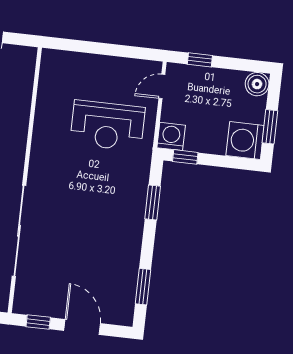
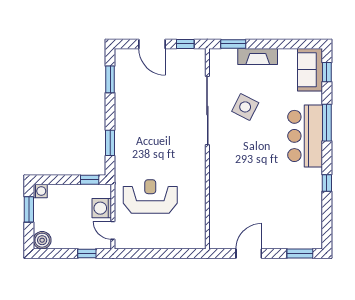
door: (162, 86) -> (113, 230), swing flipped
washing machine: (171, 136) -> (102, 208), moved, turned 90
washing machine: (245, 140) -> (40, 191), width x0.53, depth x0.53

